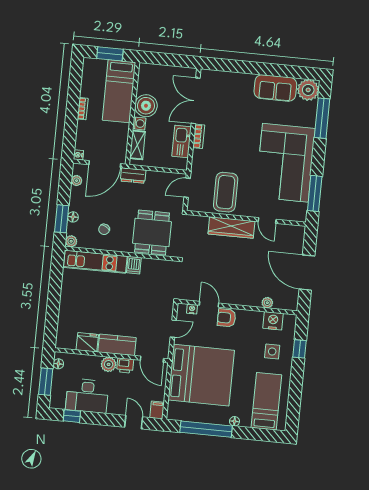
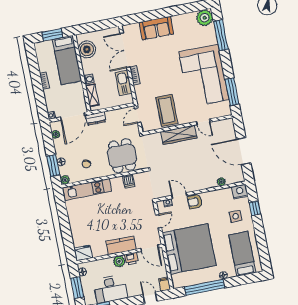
sofa: (275, 88) -> (156, 28), moved
boiler: (146, 106) -> (87, 49), moved
dishwasher: (134, 265) -> (129, 181), moved
nightstand: (273, 321) -> (240, 192), moved
fridge: (87, 342) -> (83, 253), moved

